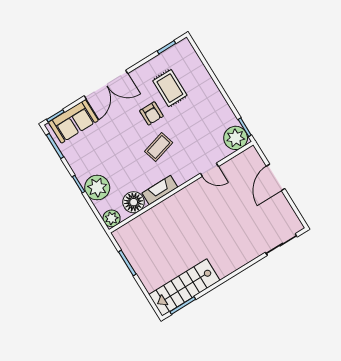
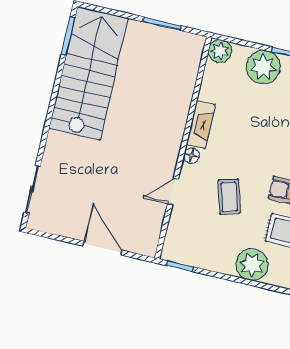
plant: (236, 138) -> (252, 265), moved
coffee table: (159, 147) -> (229, 197), moved
floor lamp: (134, 202) -> (191, 156), moved, width x0.53, depth x0.53
stairs: (184, 288) -> (89, 73), width x1.36, depth x1.51

